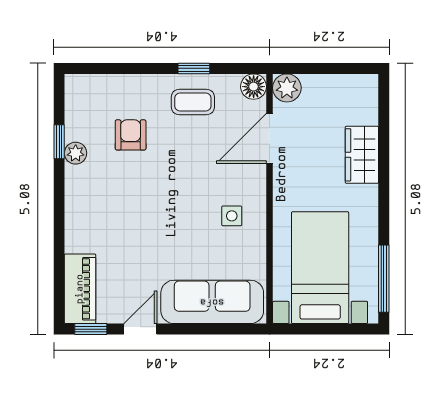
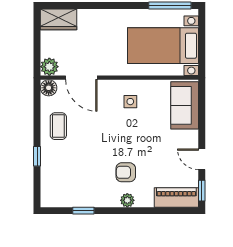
window: (194, 68) -> (37, 156), moved
armchair: (131, 135) -> (126, 172), moved
plant: (76, 153) -> (127, 200), moved
wardrobe: (362, 155) -> (59, 19), moved
sofa: (212, 302) -> (185, 105), width x0.73

